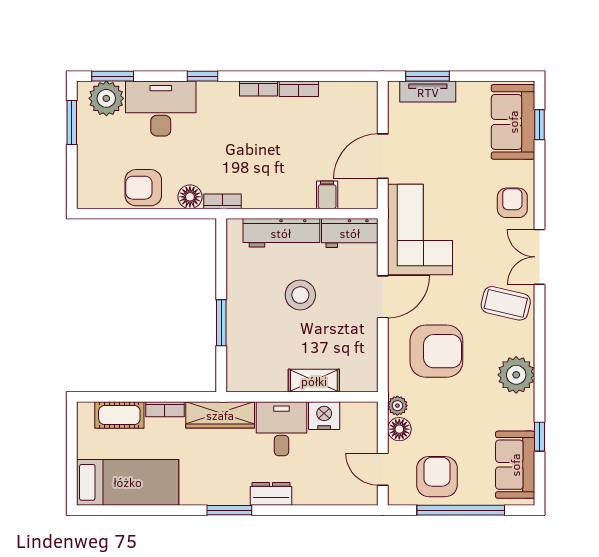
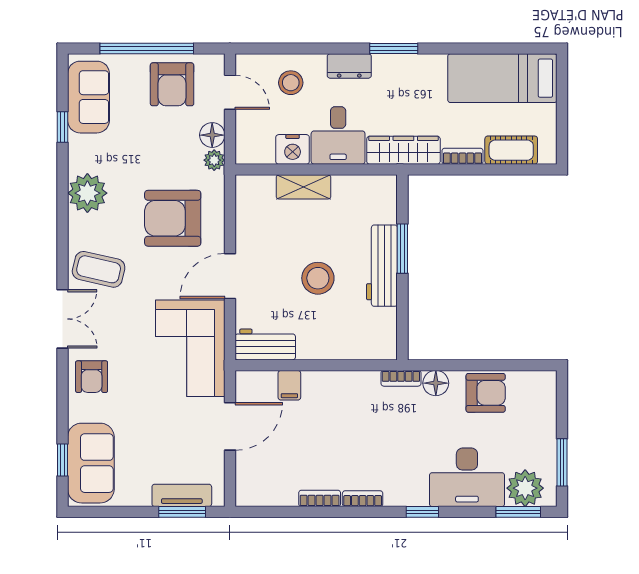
workbench: (281, 233) -> (382, 266), moved, turned -90
stool: (326, 478) -> (291, 83), added

